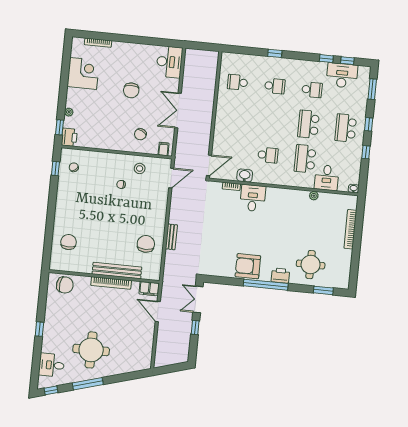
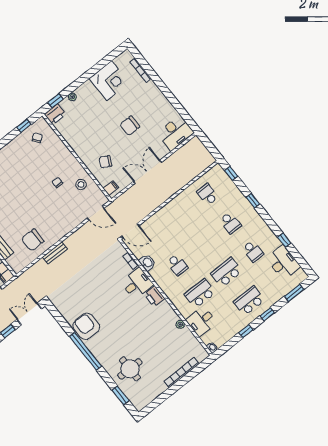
window: (347, 61) -> (231, 173), moved
chair: (146, 244) -> (33, 240), turned 180
printer: (280, 276) -> (155, 296), moved, turned 180

